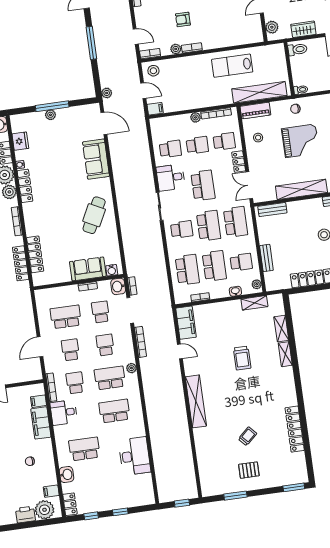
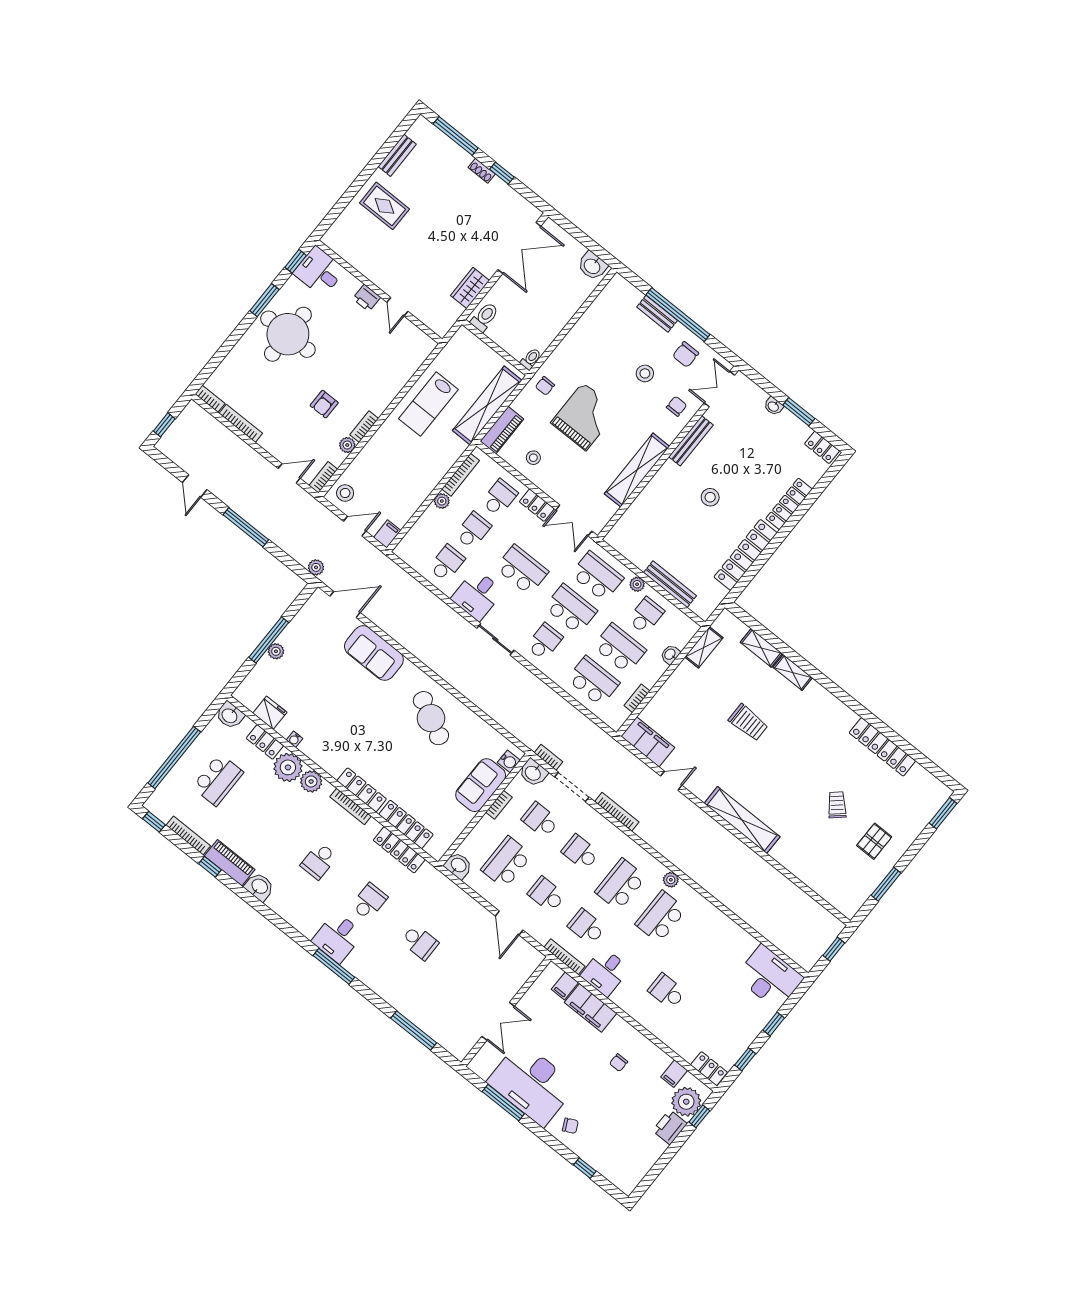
plant: (272, 27) -> (432, 319), removed
locker: (25, 186) -> (362, 790), moved
bench: (272, 210) -> (626, 523), removed
bench: (266, 258) -> (670, 584), width x1.36
plant: (257, 284) -> (637, 584), moved
plant: (131, 368) -> (671, 880), moved
school desk: (84, 449) -> (667, 991), width x0.54
desk: (135, 456) -> (769, 977), moved
washbasin: (67, 474) -> (458, 865), moved
window: (44, 522) -> (699, 1116), added

